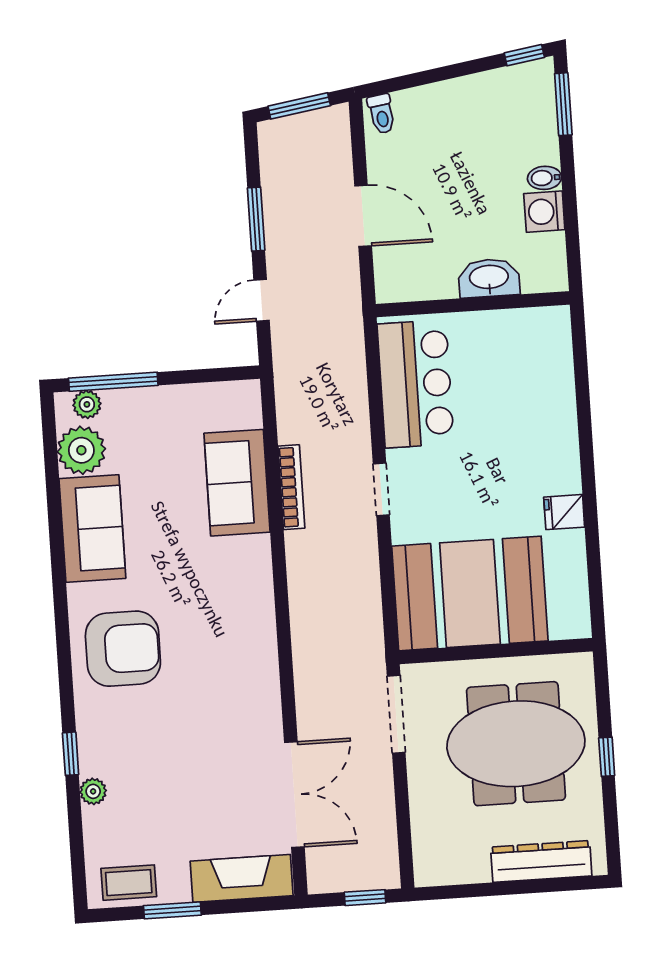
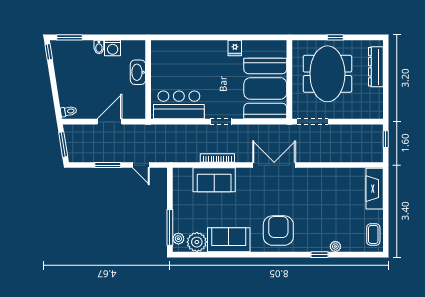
double door: (294, 795) -> (274, 165), moved
window: (172, 910) -> (386, 218), removed

